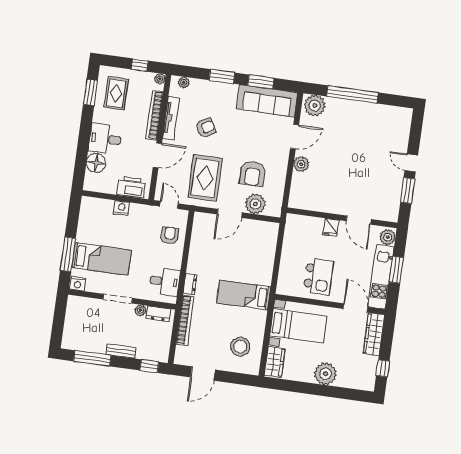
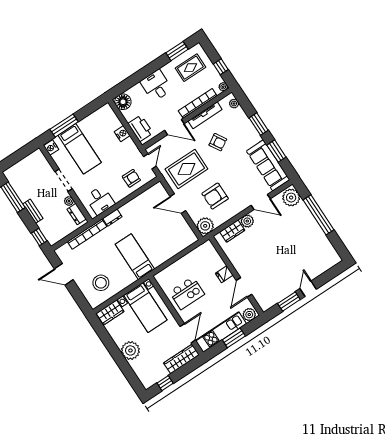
floor lamp: (96, 163) -> (123, 102), moved
wardrobe: (298, 186) -> (232, 231), added
plant: (255, 204) -> (205, 226), moved

